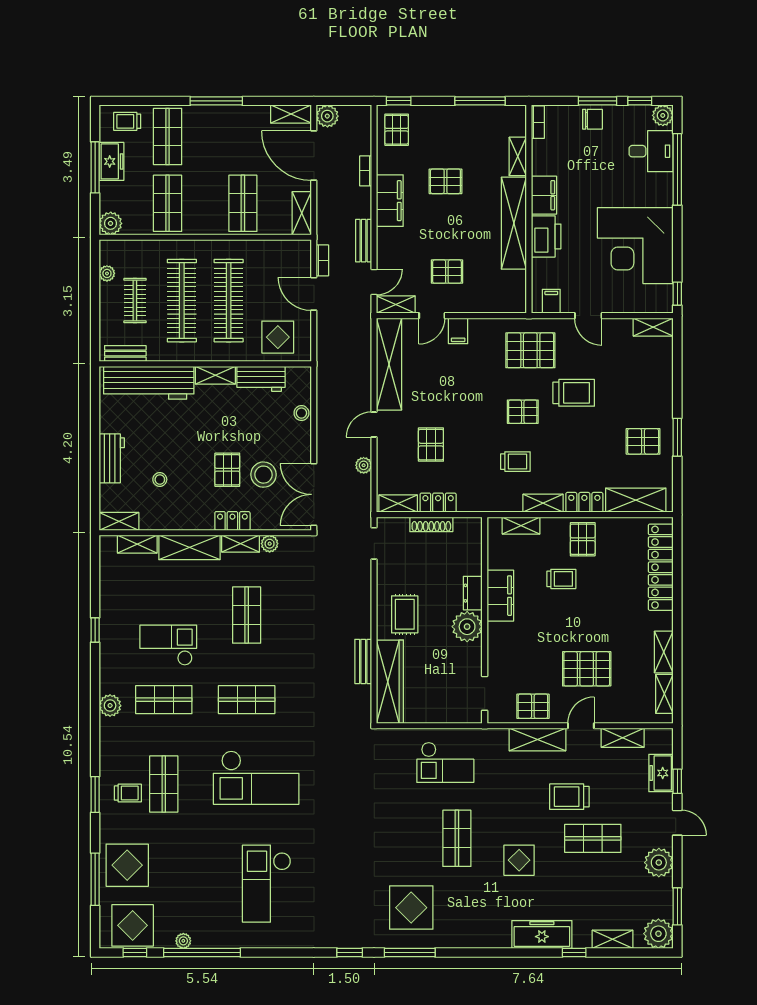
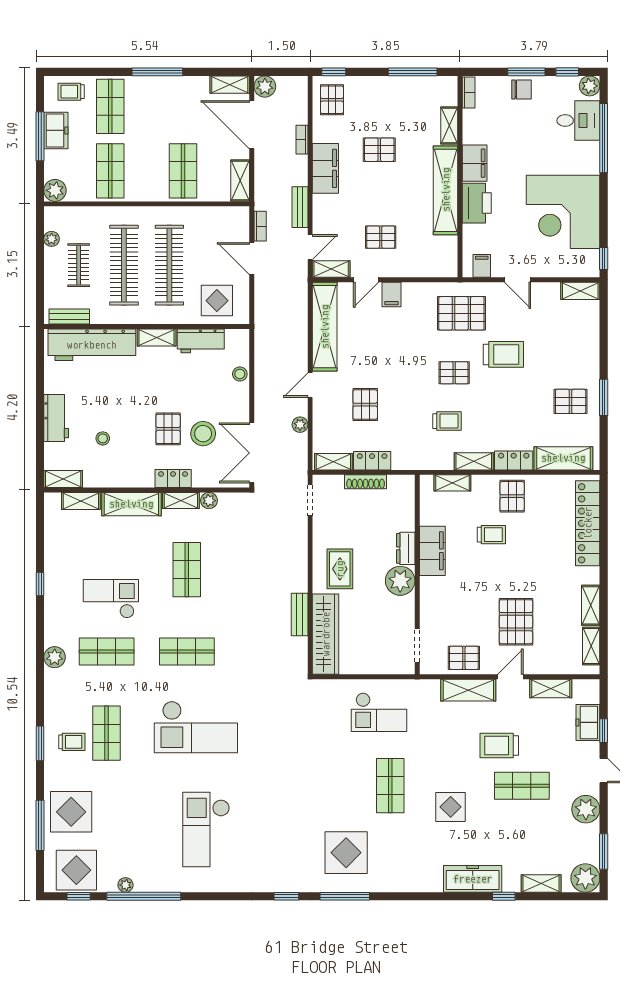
pallet: (587, 669) -> (516, 622), turned 90

